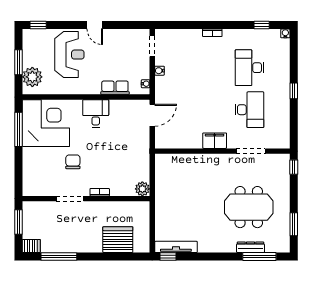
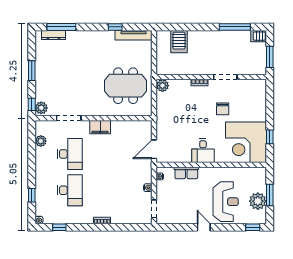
reception desk: (69, 55) -> (226, 202), turned 180
plant: (32, 77) -> (258, 201), moved
window: (294, 91) -> (32, 195), moved
desk: (249, 110) -> (70, 154), turned 180
plant: (283, 125) -> (41, 141), added
window: (19, 129) -> (270, 137), width x0.46
plant: (283, 163) -> (41, 108), added
meeting table: (249, 207) -> (126, 86), moved
window: (294, 224) -> (32, 71), moved
server rack: (118, 240) -> (179, 42), width x0.62
dresser: (250, 247) -> (54, 35), moved
window: (168, 257) -> (115, 27), moved

